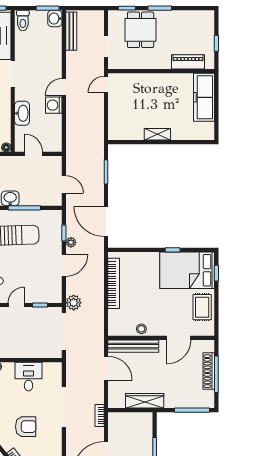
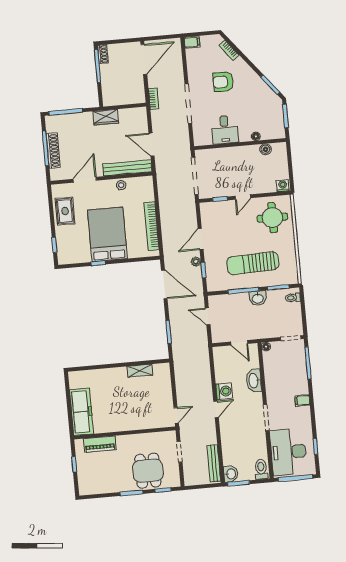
shelving: (157, 134) -> (140, 371), moved
bed: (187, 270) -> (107, 234), moved, turned -90
plant: (74, 303) -> (188, 204), removed
wardrobe: (145, 401) -> (106, 117), width x0.67

